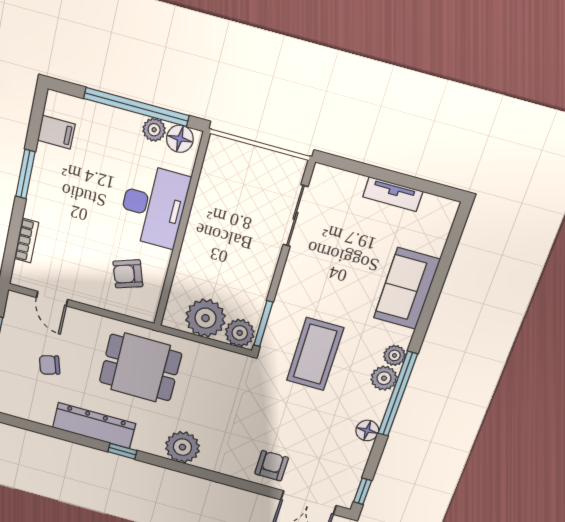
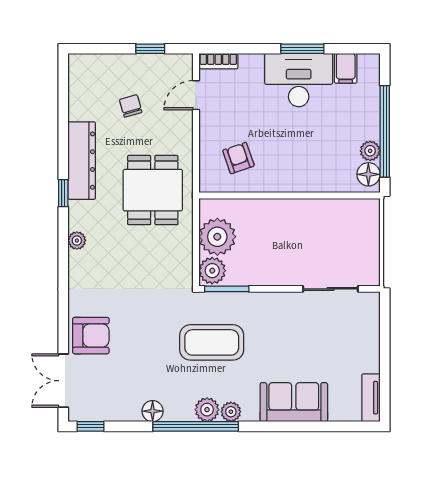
tv unit: (393, 194) -> (371, 398), moved
desk: (154, 206) -> (299, 80), moved, turned 180
bookcase: (26, 241) -> (218, 61), moved
plant: (182, 447) -> (77, 240), width x0.53, depth x0.53
armchair: (272, 466) -> (91, 336), width x1.38, depth x1.38

